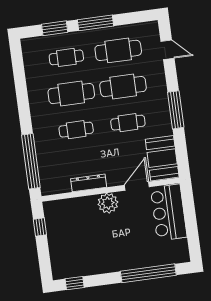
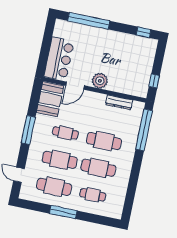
window: (55, 28) -> (94, 218), removed
cafe table: (76, 130) -> (104, 141), width x1.37, depth x1.35
dresser: (89, 183) -> (119, 102), moved

